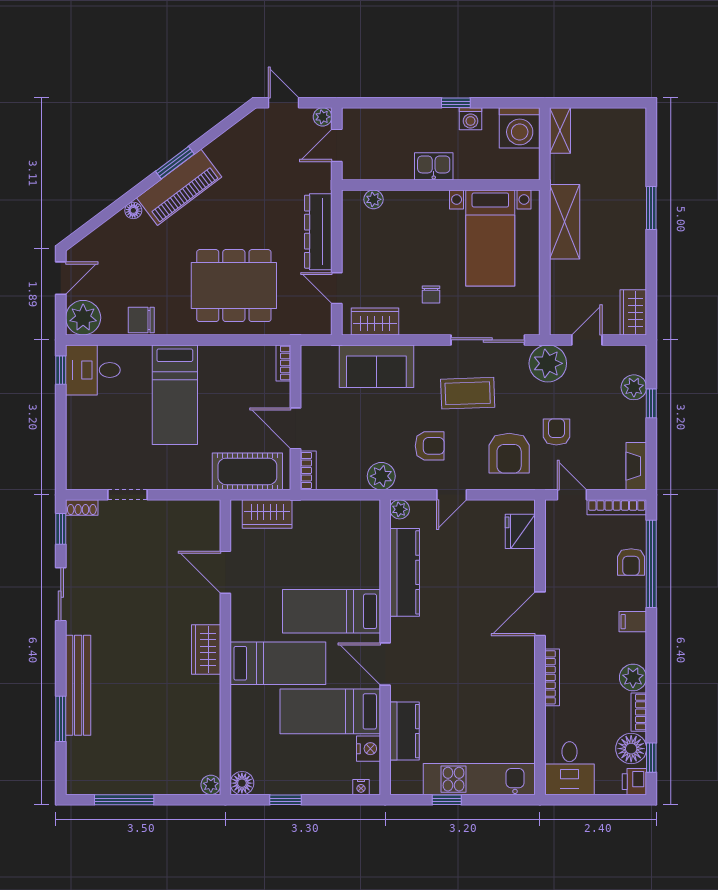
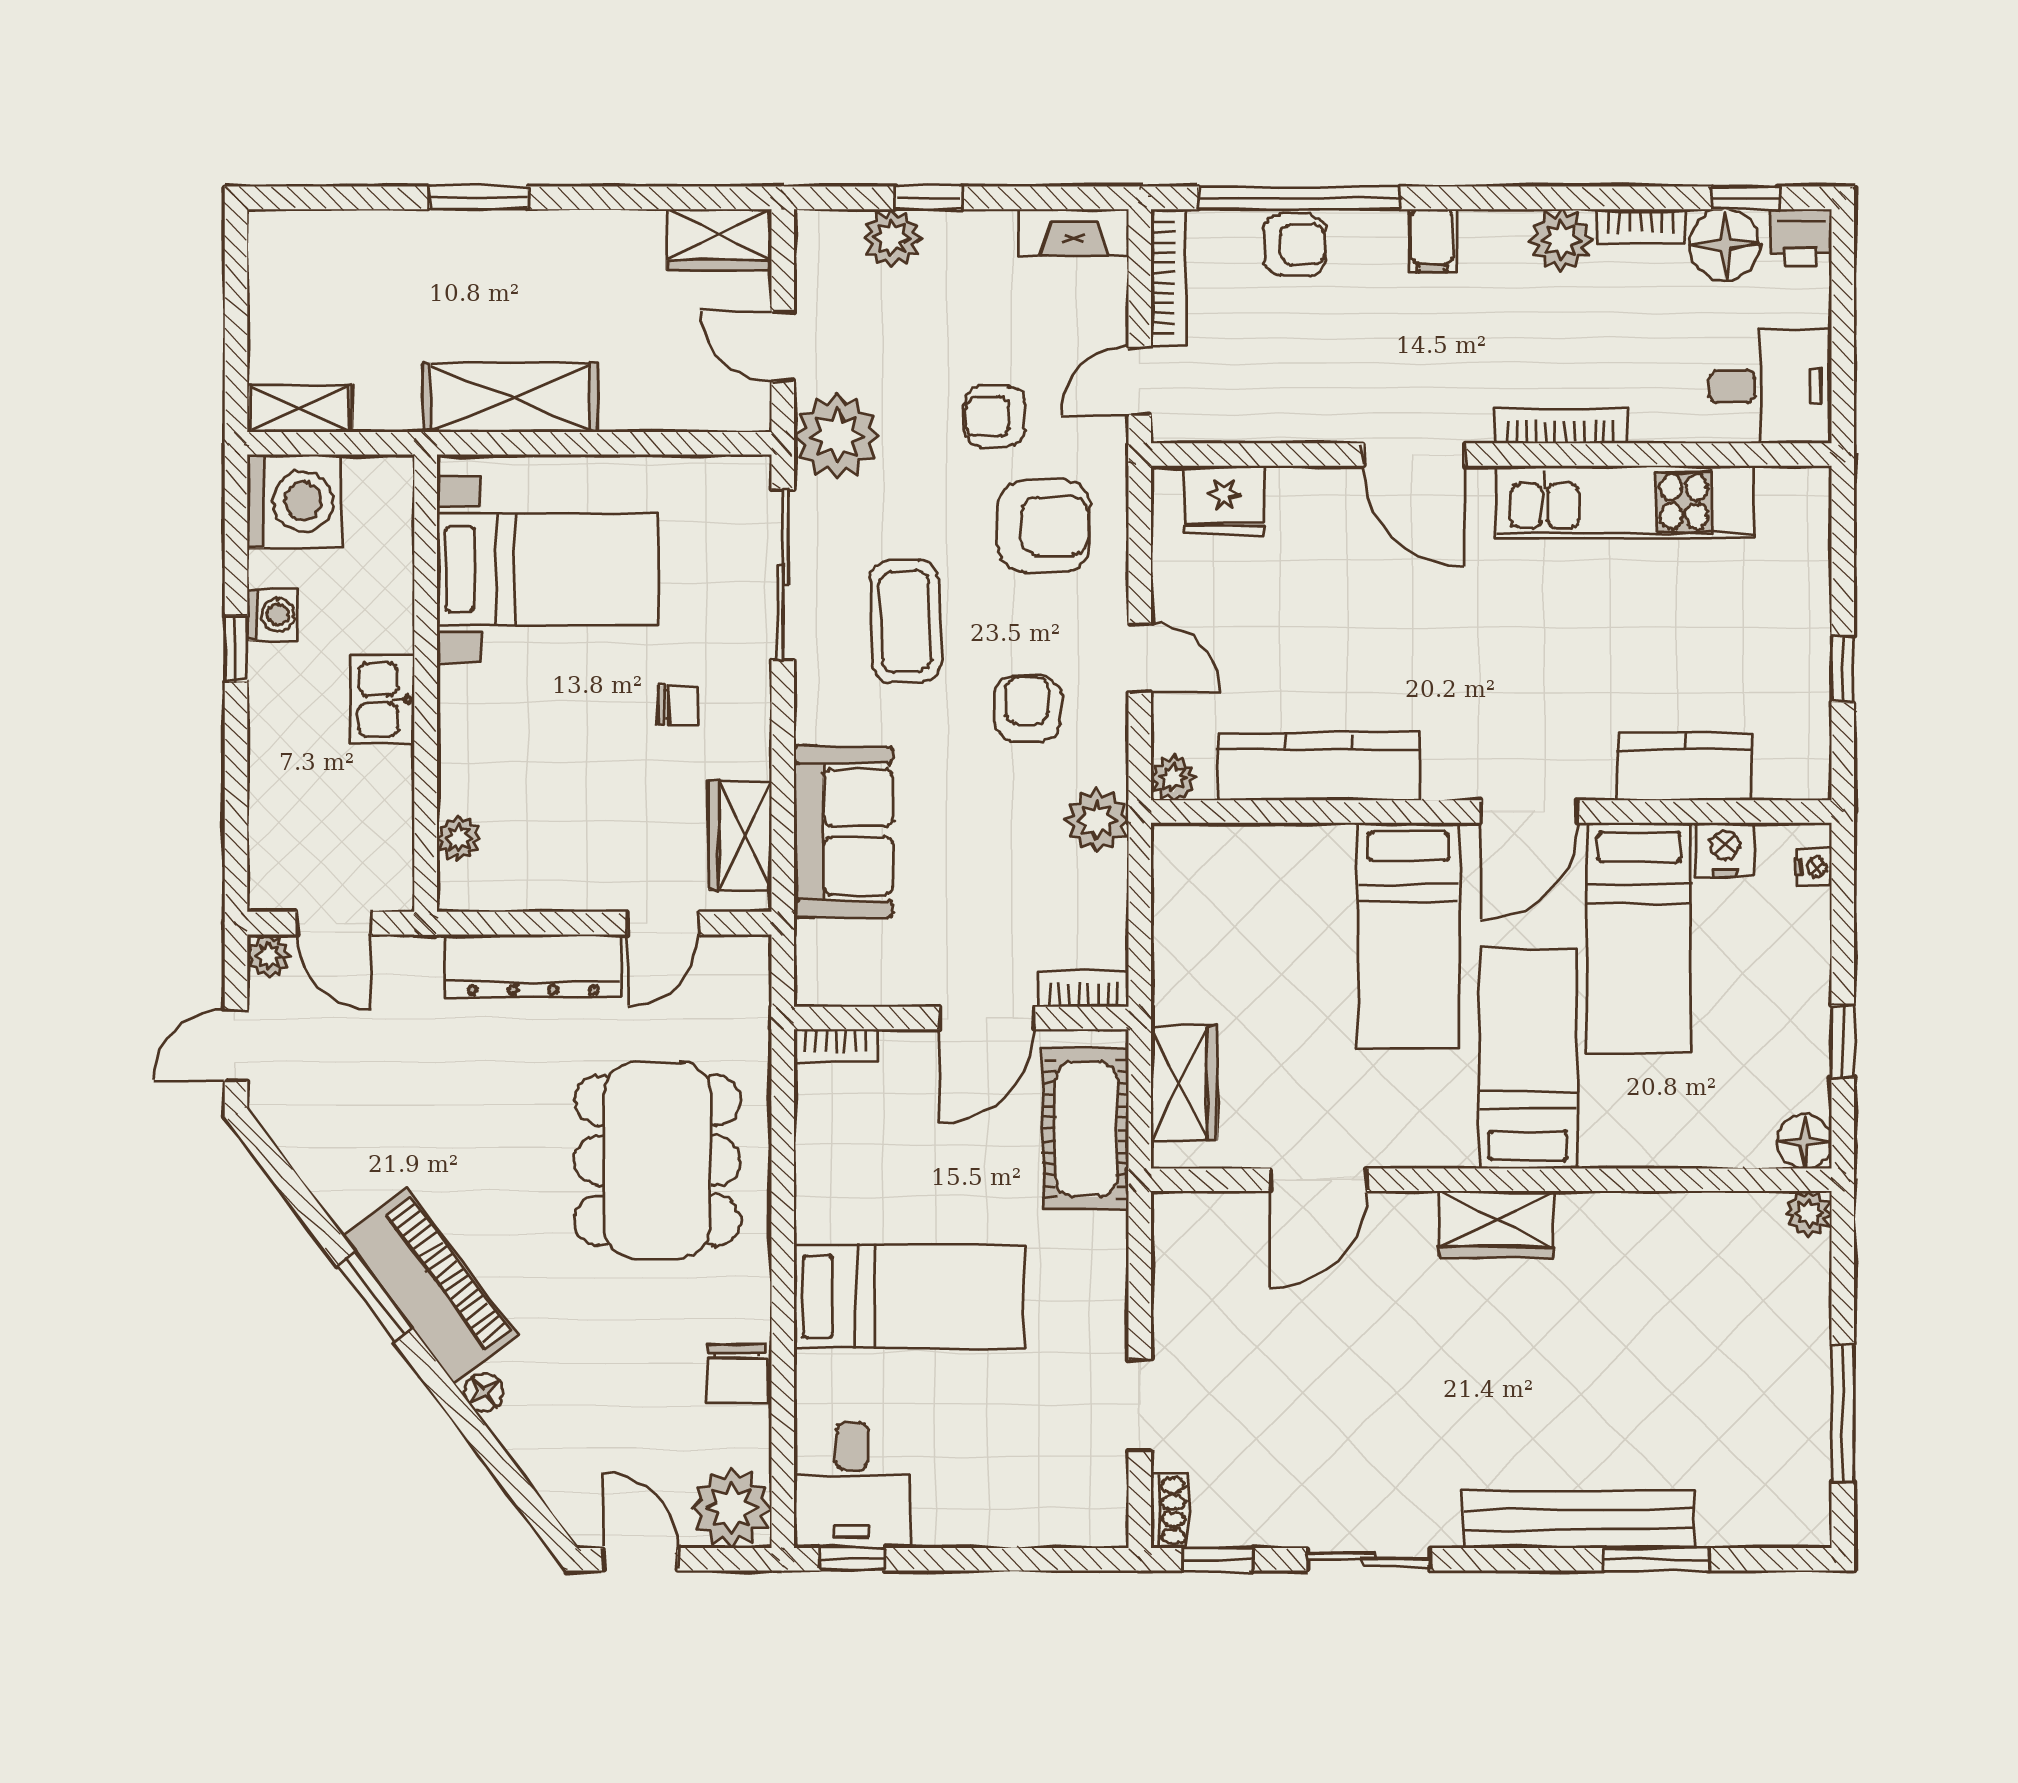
kitchen unit: (479, 779) -> (1625, 502), moved, turned -90

